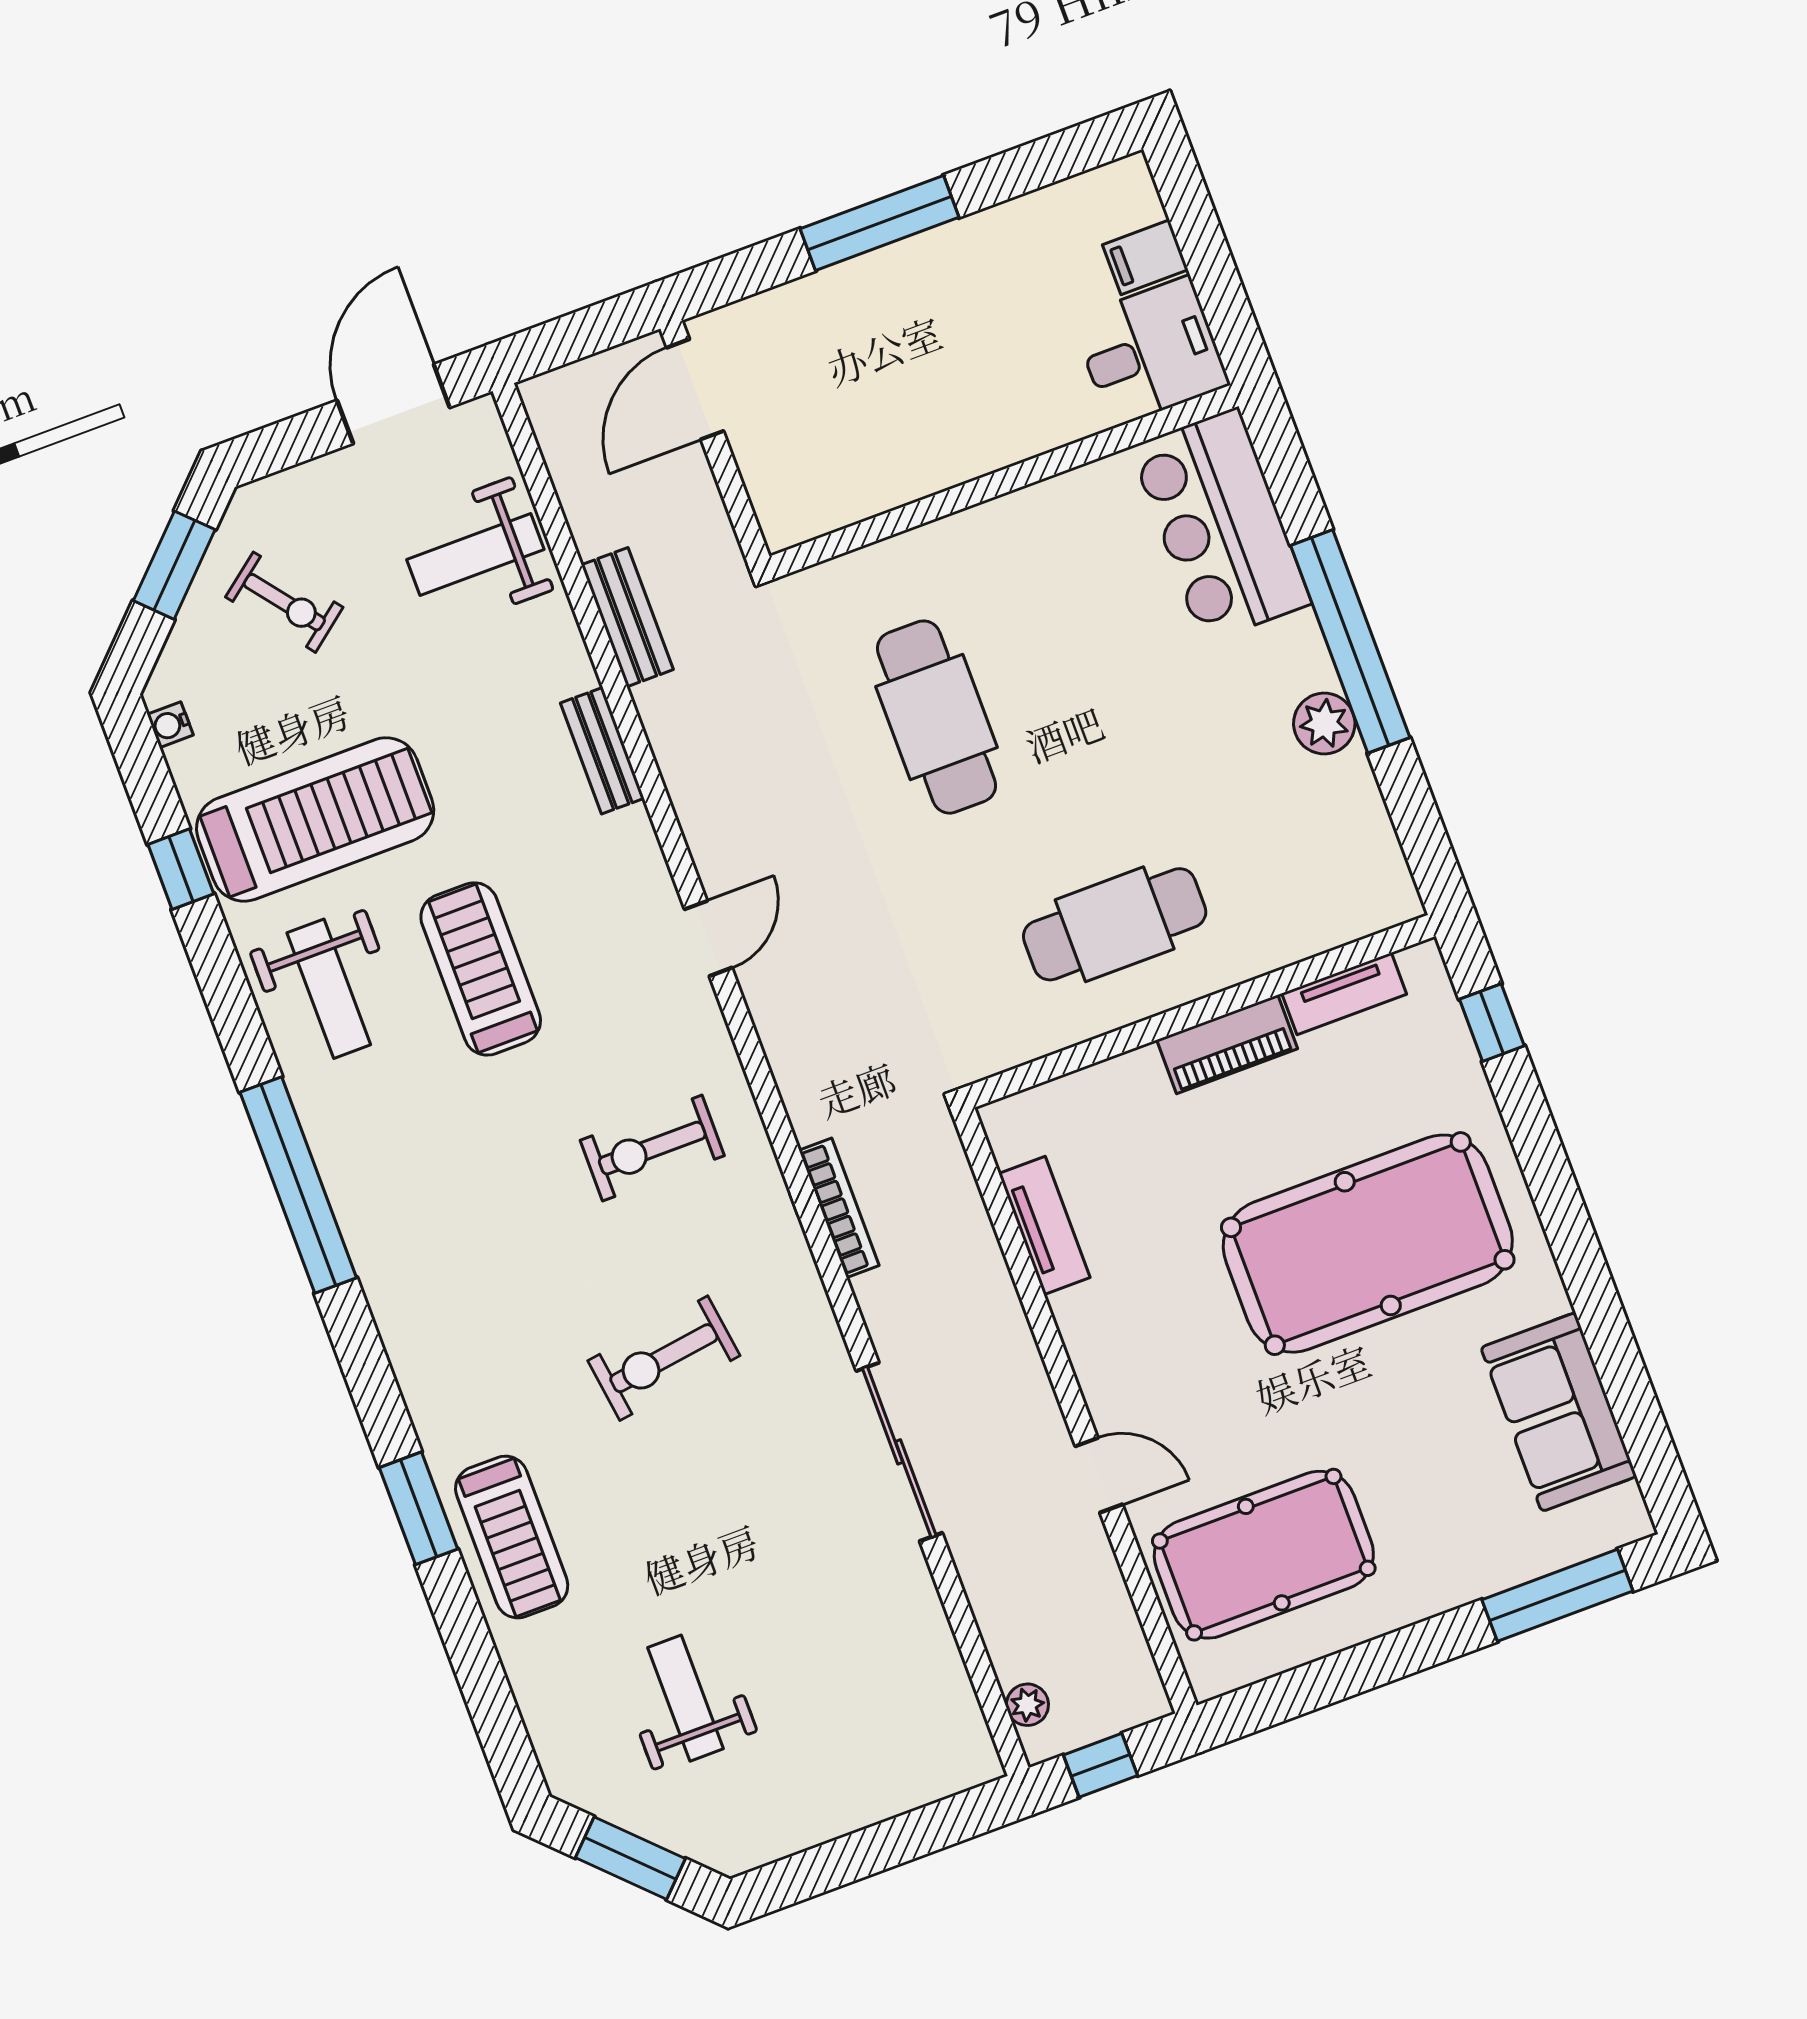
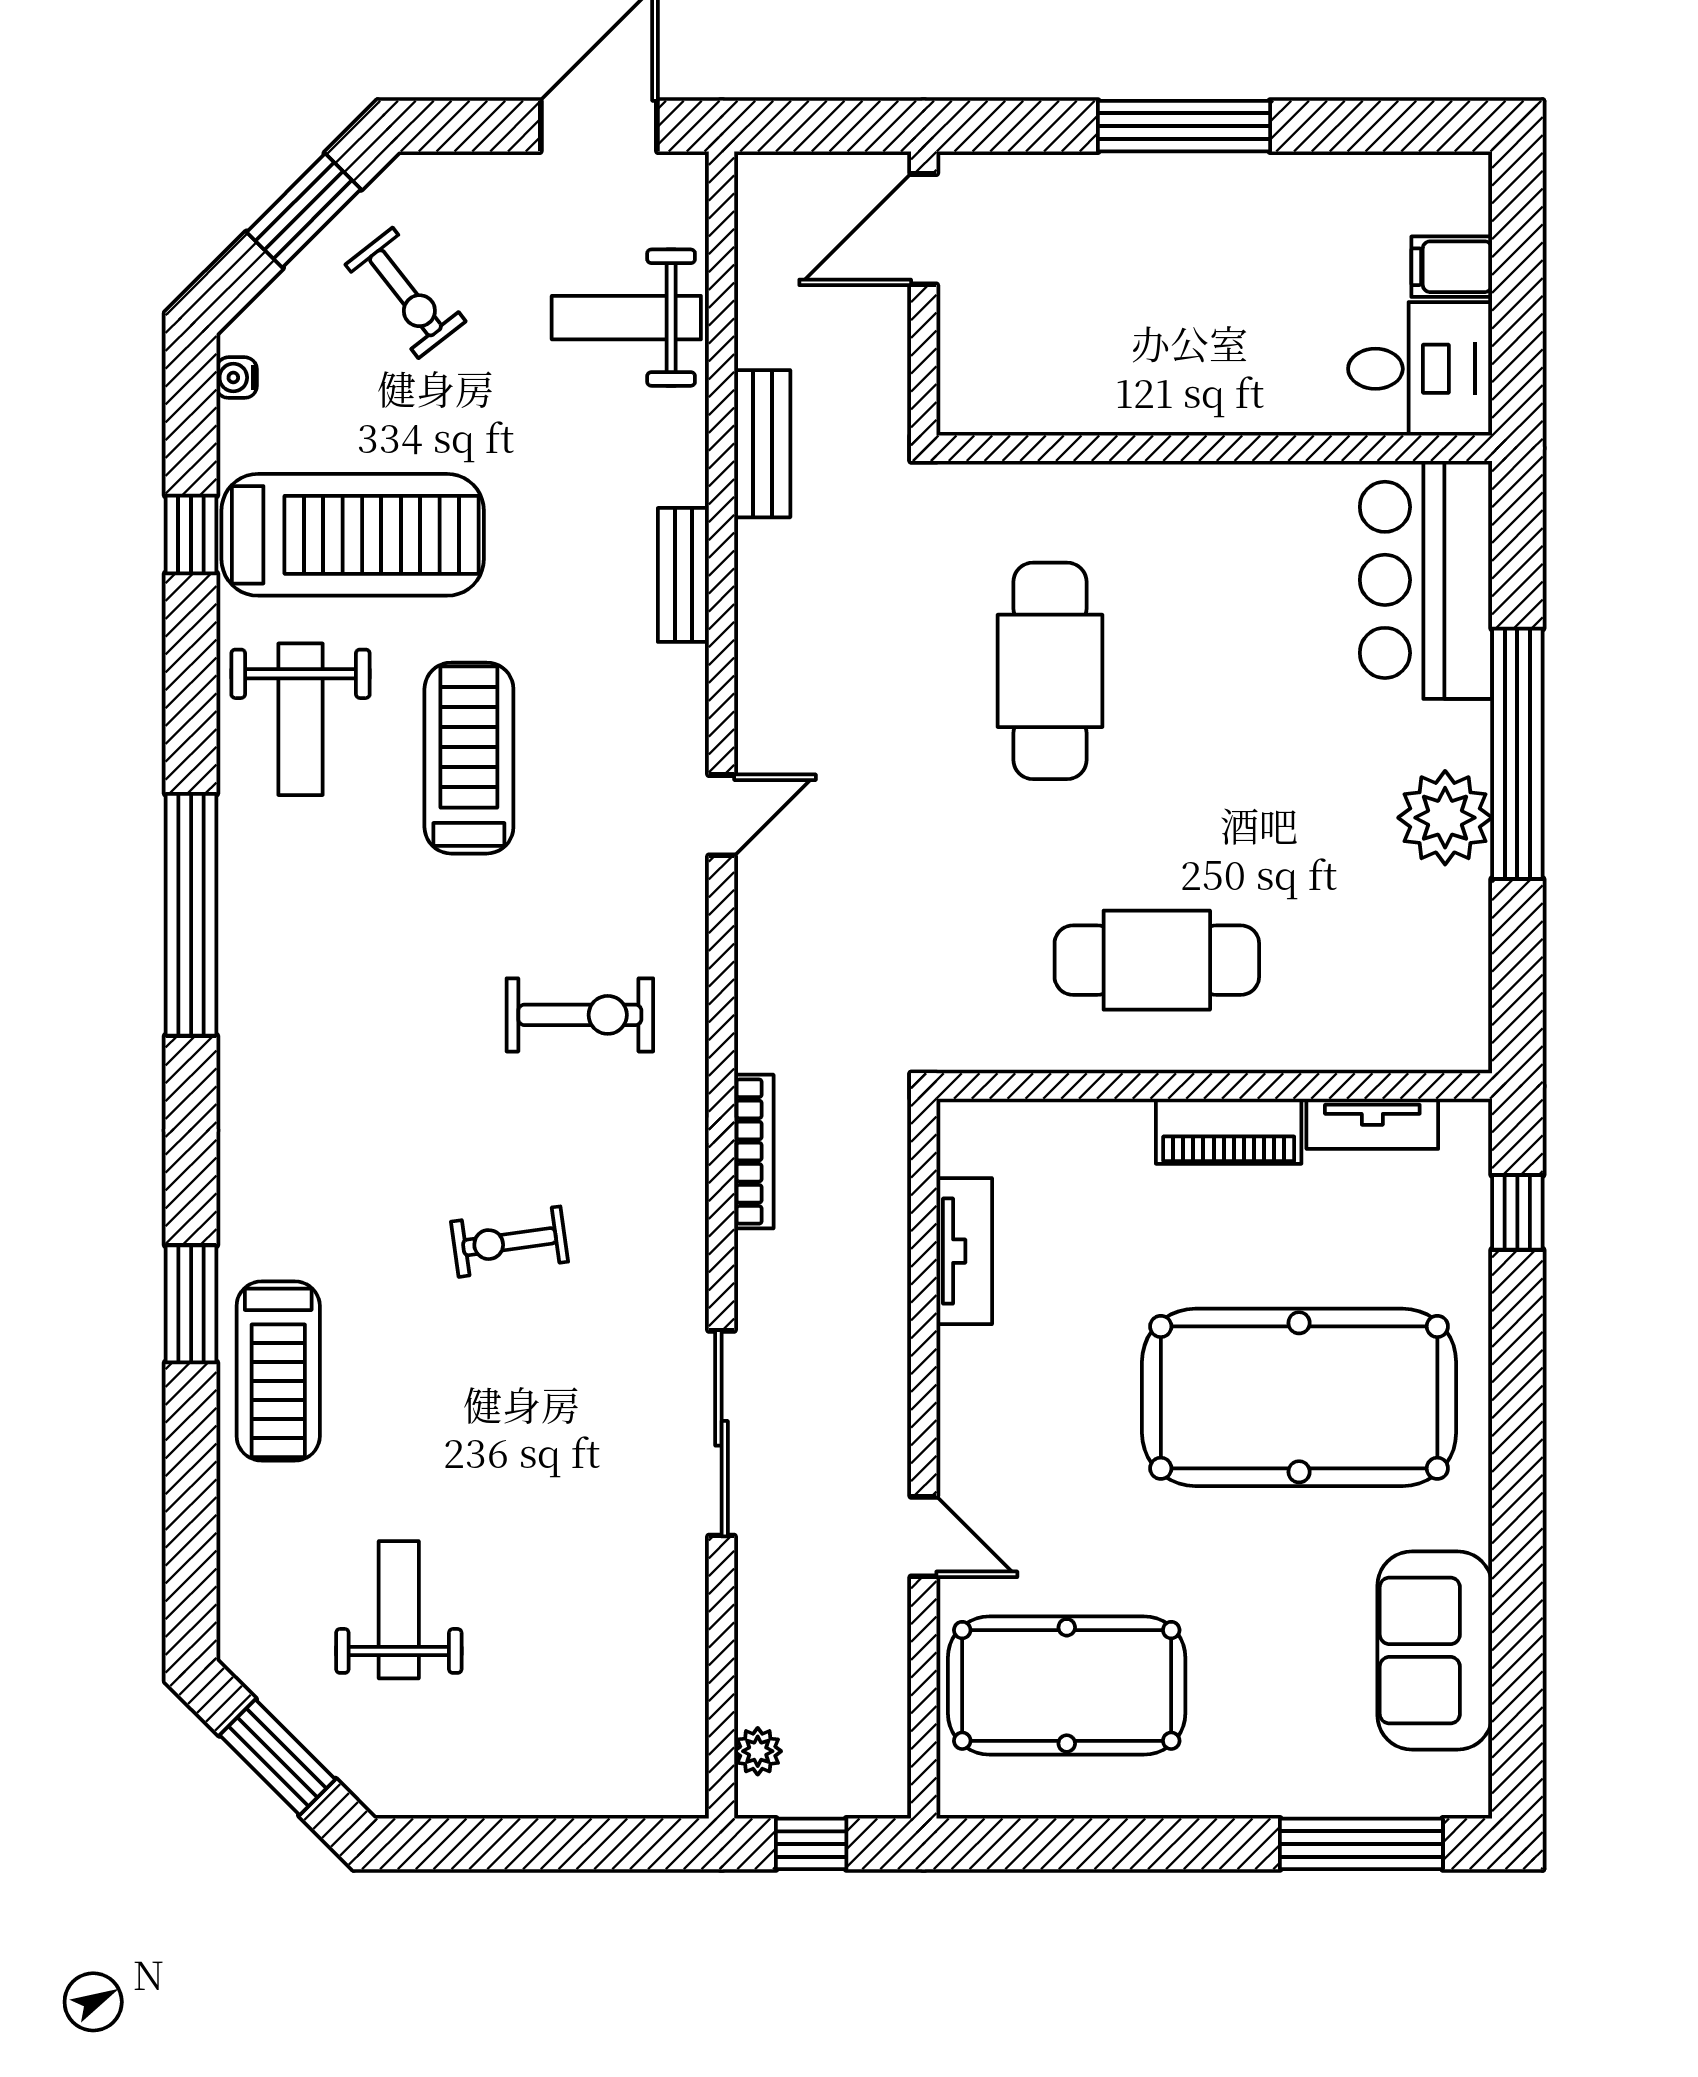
plant: (1324, 724) -> (1445, 818), width x1.36, depth x1.36
exercise bike: (652, 1148) -> (580, 1015), turned 180
exercise bike: (664, 1358) -> (510, 1242), width x0.73, depth x0.72

